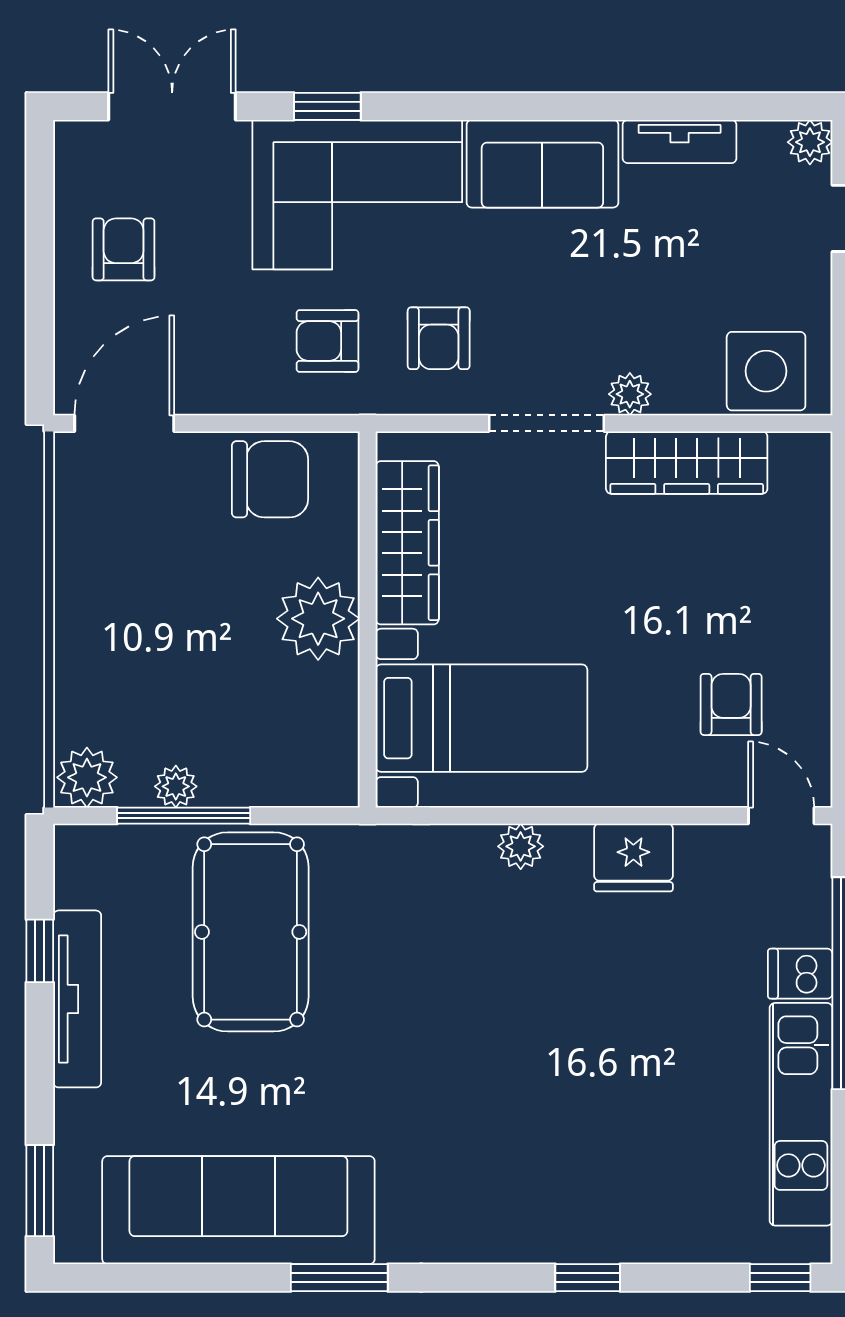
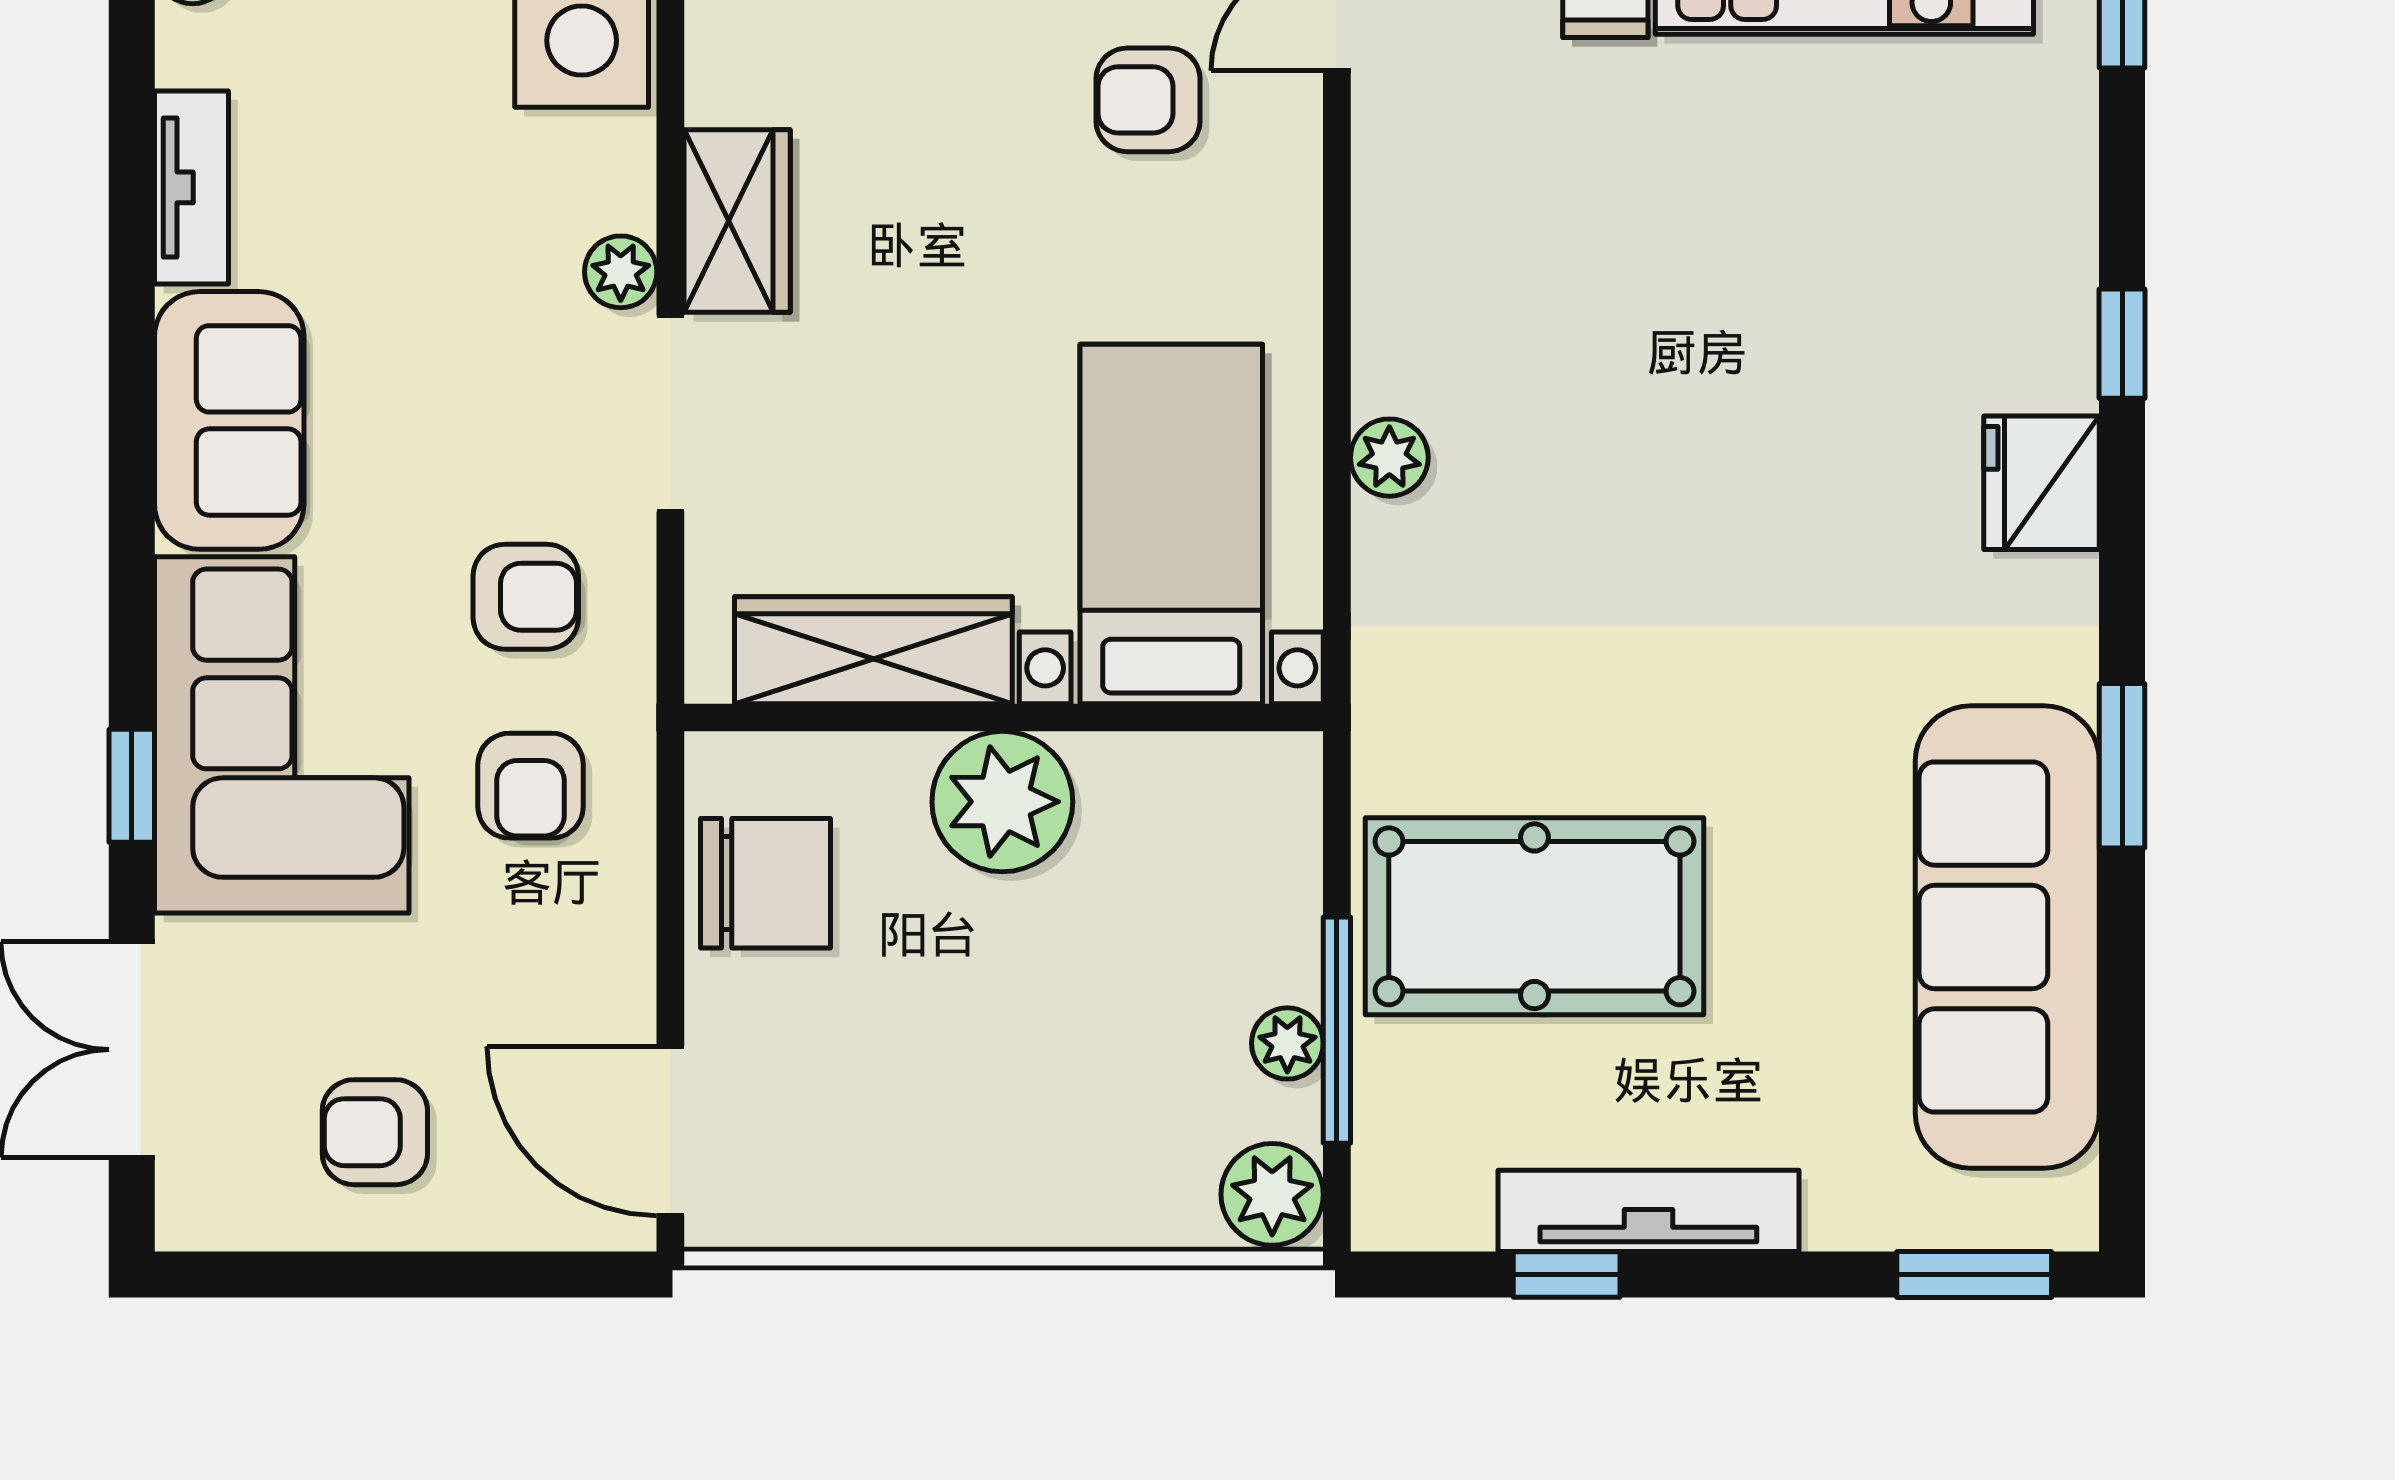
wardrobe: (687, 463) -> (737, 221), width x0.67
chair: (270, 479) -> (765, 883), turned 90
fridge: (633, 858) -> (2042, 483), moved, turned 180

